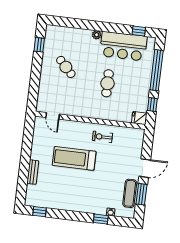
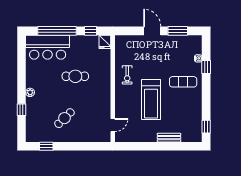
window: (139, 31) -> (22, 110), moved
bar counter: (123, 46) -> (48, 47), moved, turned 90
exercise mat: (130, 193) -> (183, 82), moved

